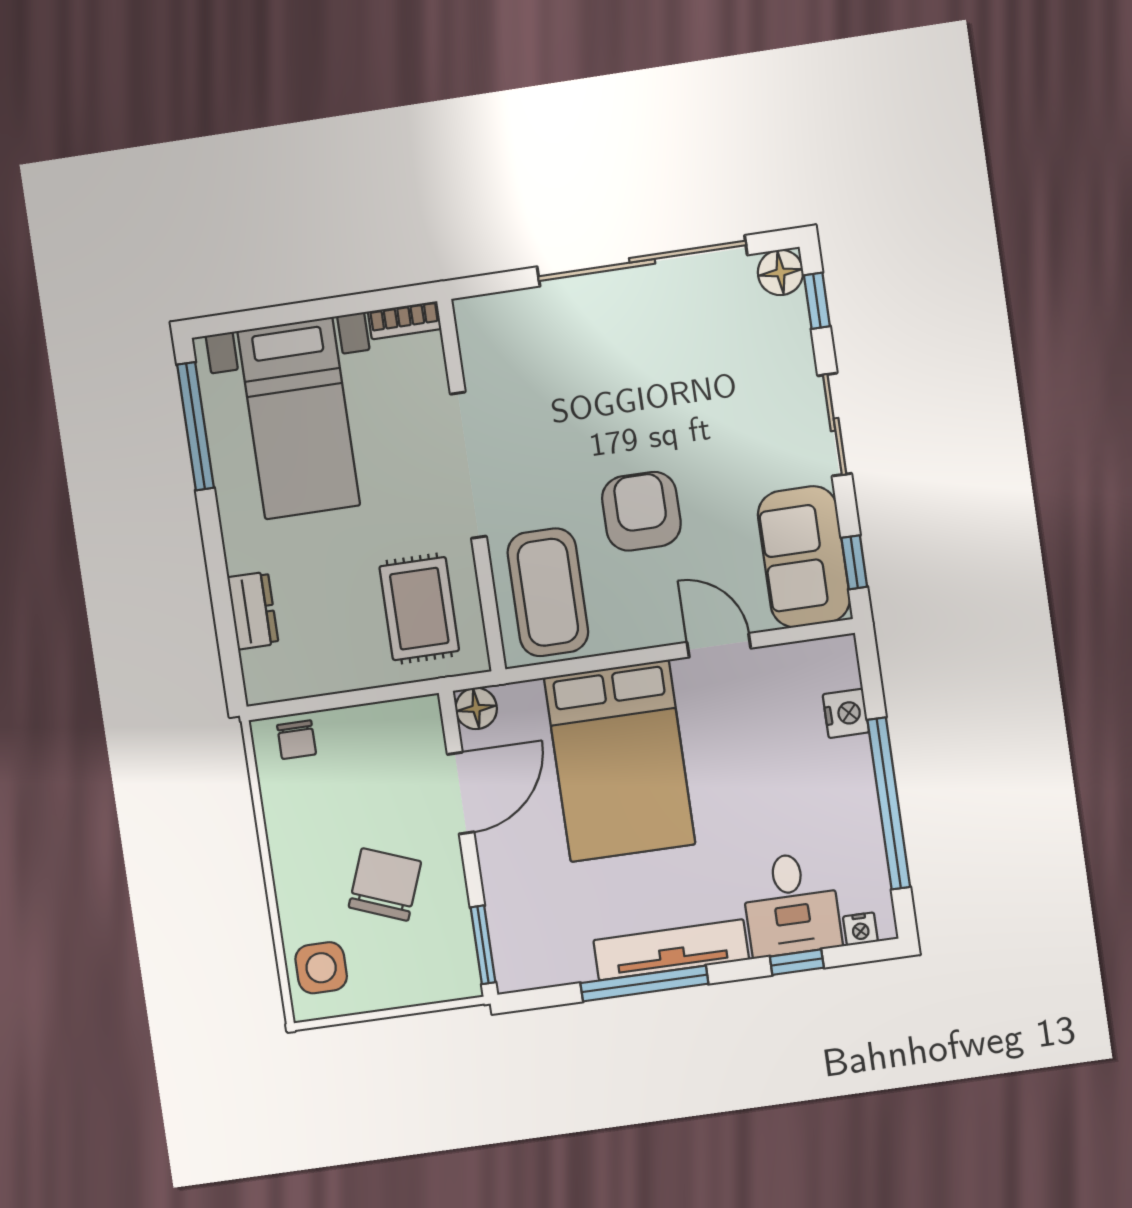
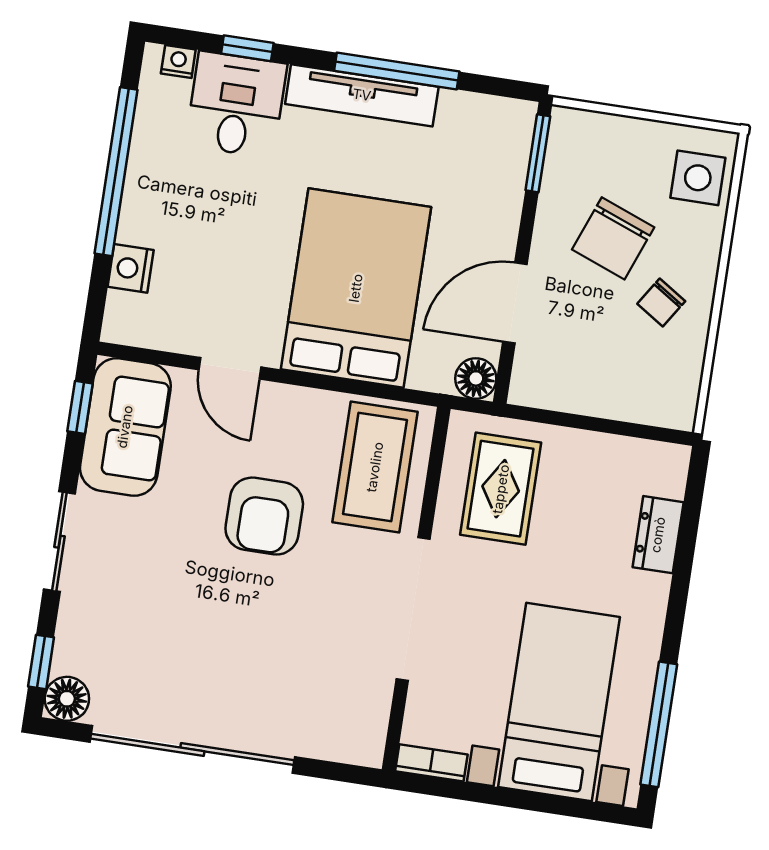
chair: (297, 740) -> (661, 302), moved, turned -147

